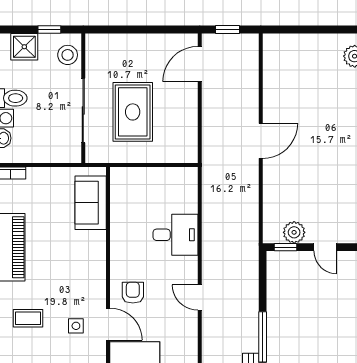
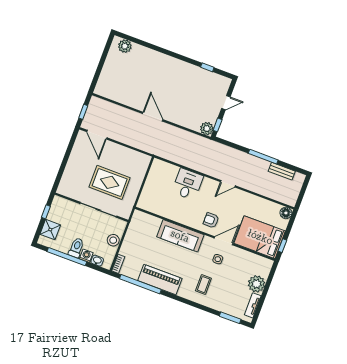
stool: (68, 55) -> (113, 240), moved
sofa: (91, 203) -> (180, 236), moved, width x1.36
plant: (294, 232) -> (207, 129), moved

